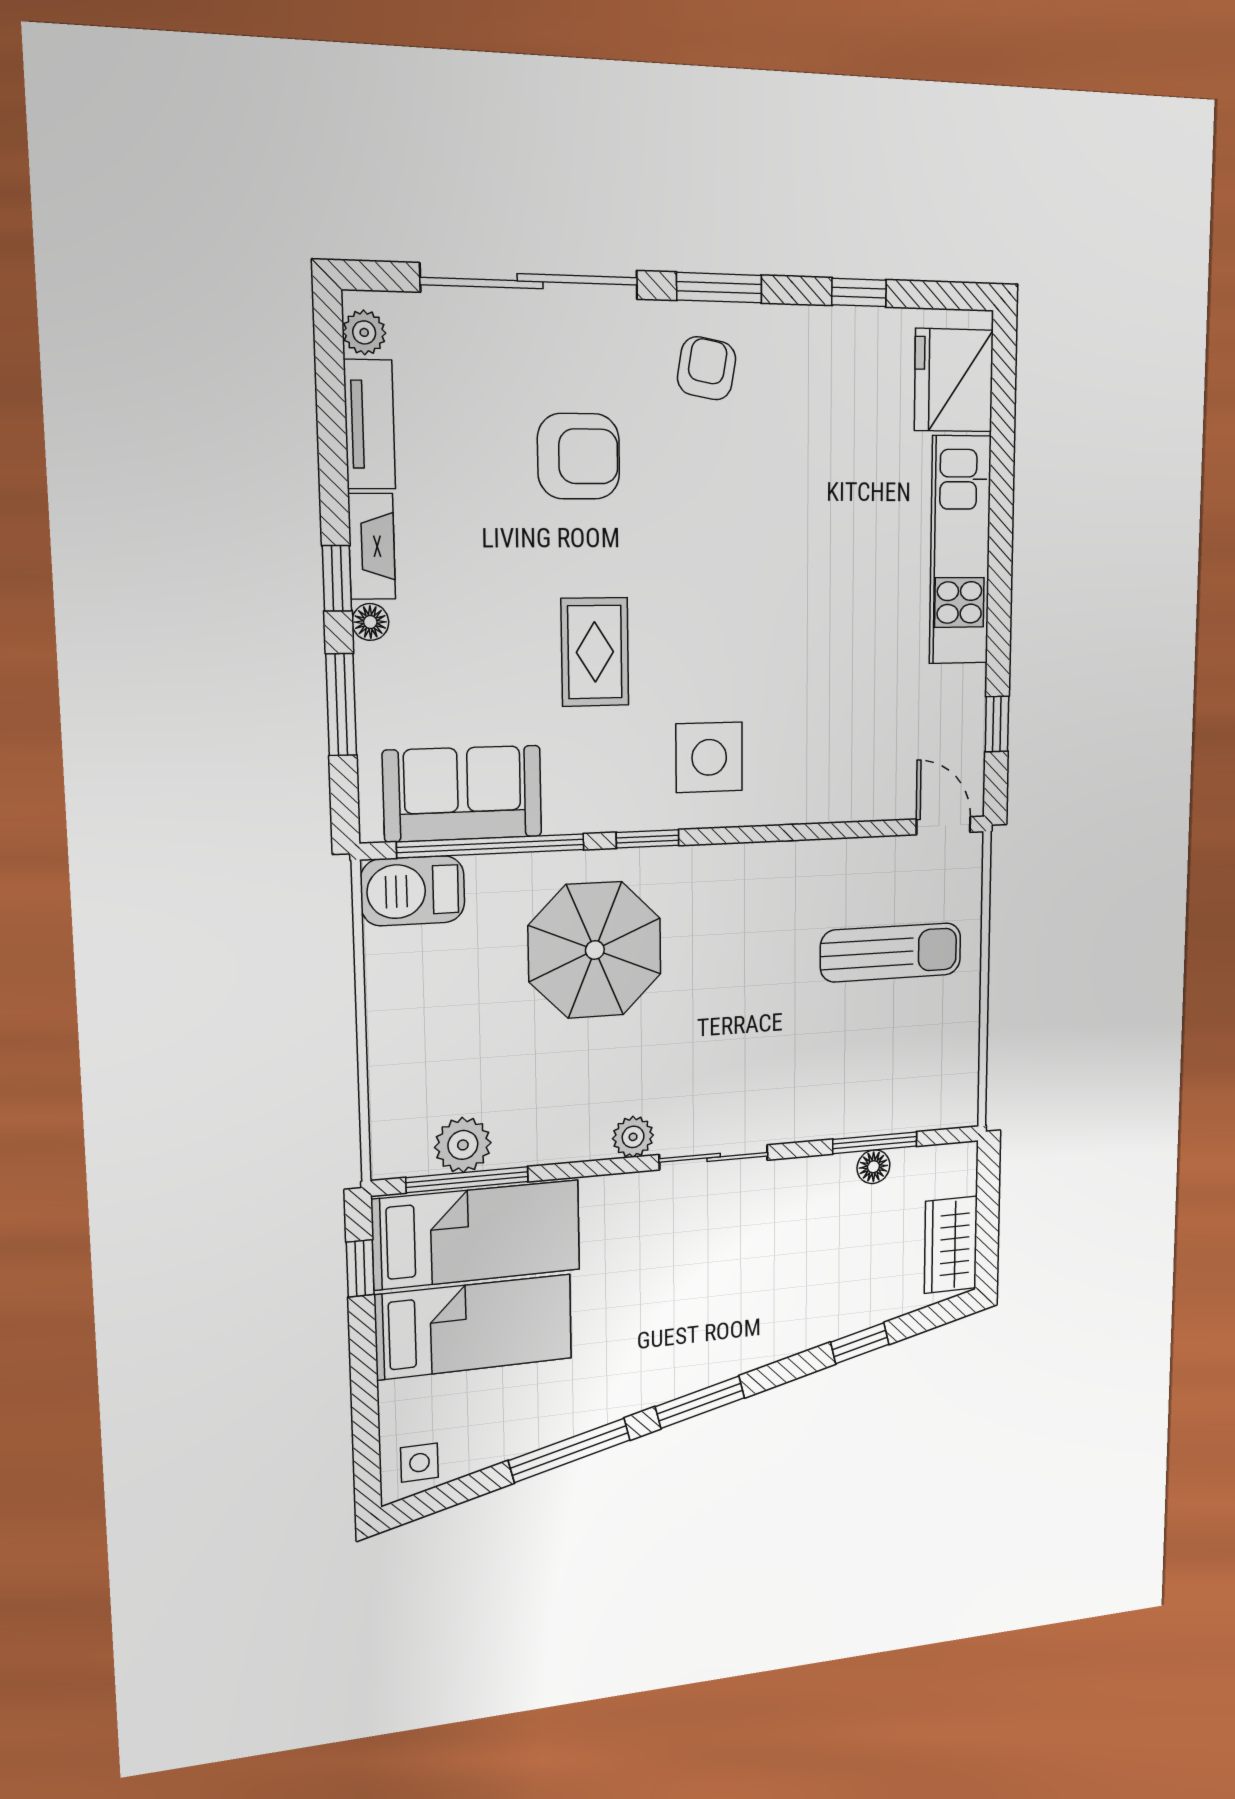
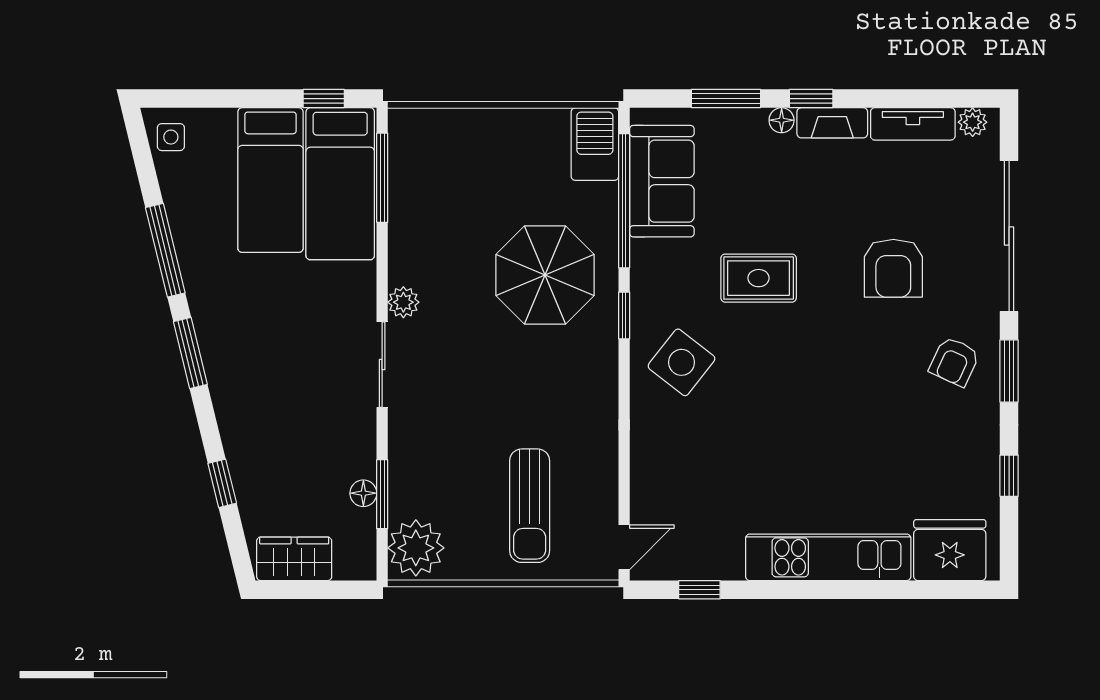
armchair: (707, 368) -> (954, 362), turned 105
side table: (709, 757) -> (682, 362), turned 38
plant: (463, 1145) -> (416, 548), moved, width x1.36, depth x1.36

